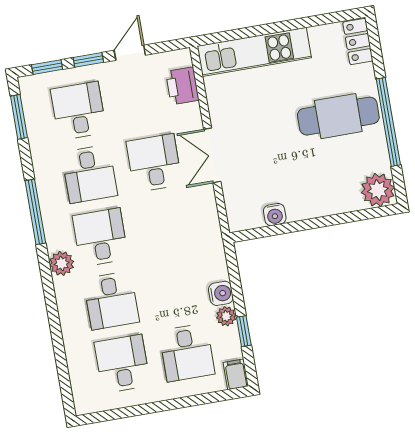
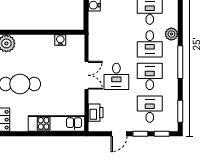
desk: (79, 111) -> (150, 109), turned 180

